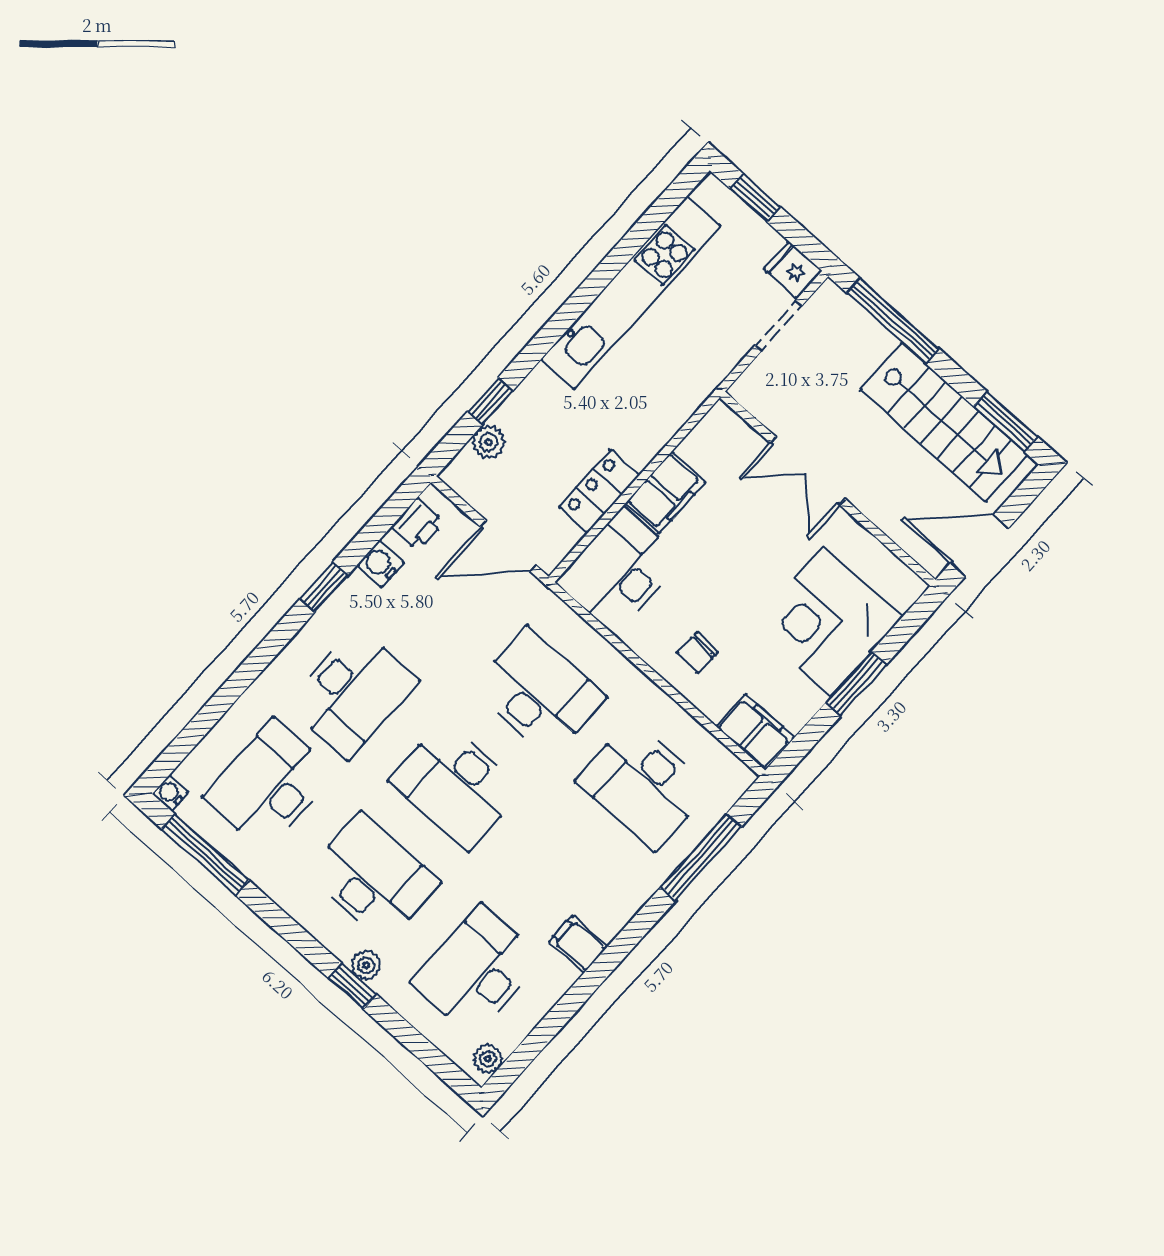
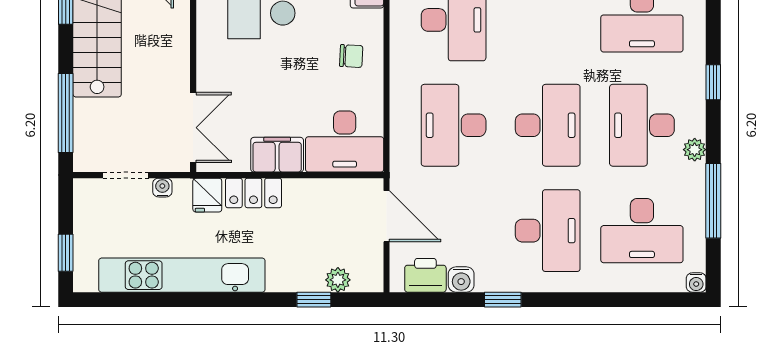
fridge: (793, 270) -> (207, 195), moved
water cooler: (734, 351) -> (162, 188), added
double door: (808, 471) -> (193, 128), moved
locker: (599, 491) -> (253, 193), moved
printer: (418, 524) -> (425, 275), width x1.36, depth x1.24
desk: (352, 692) -> (548, 231), turned 90
window: (205, 855) -> (713, 201), moved
plant: (366, 965) -> (695, 150), moved

